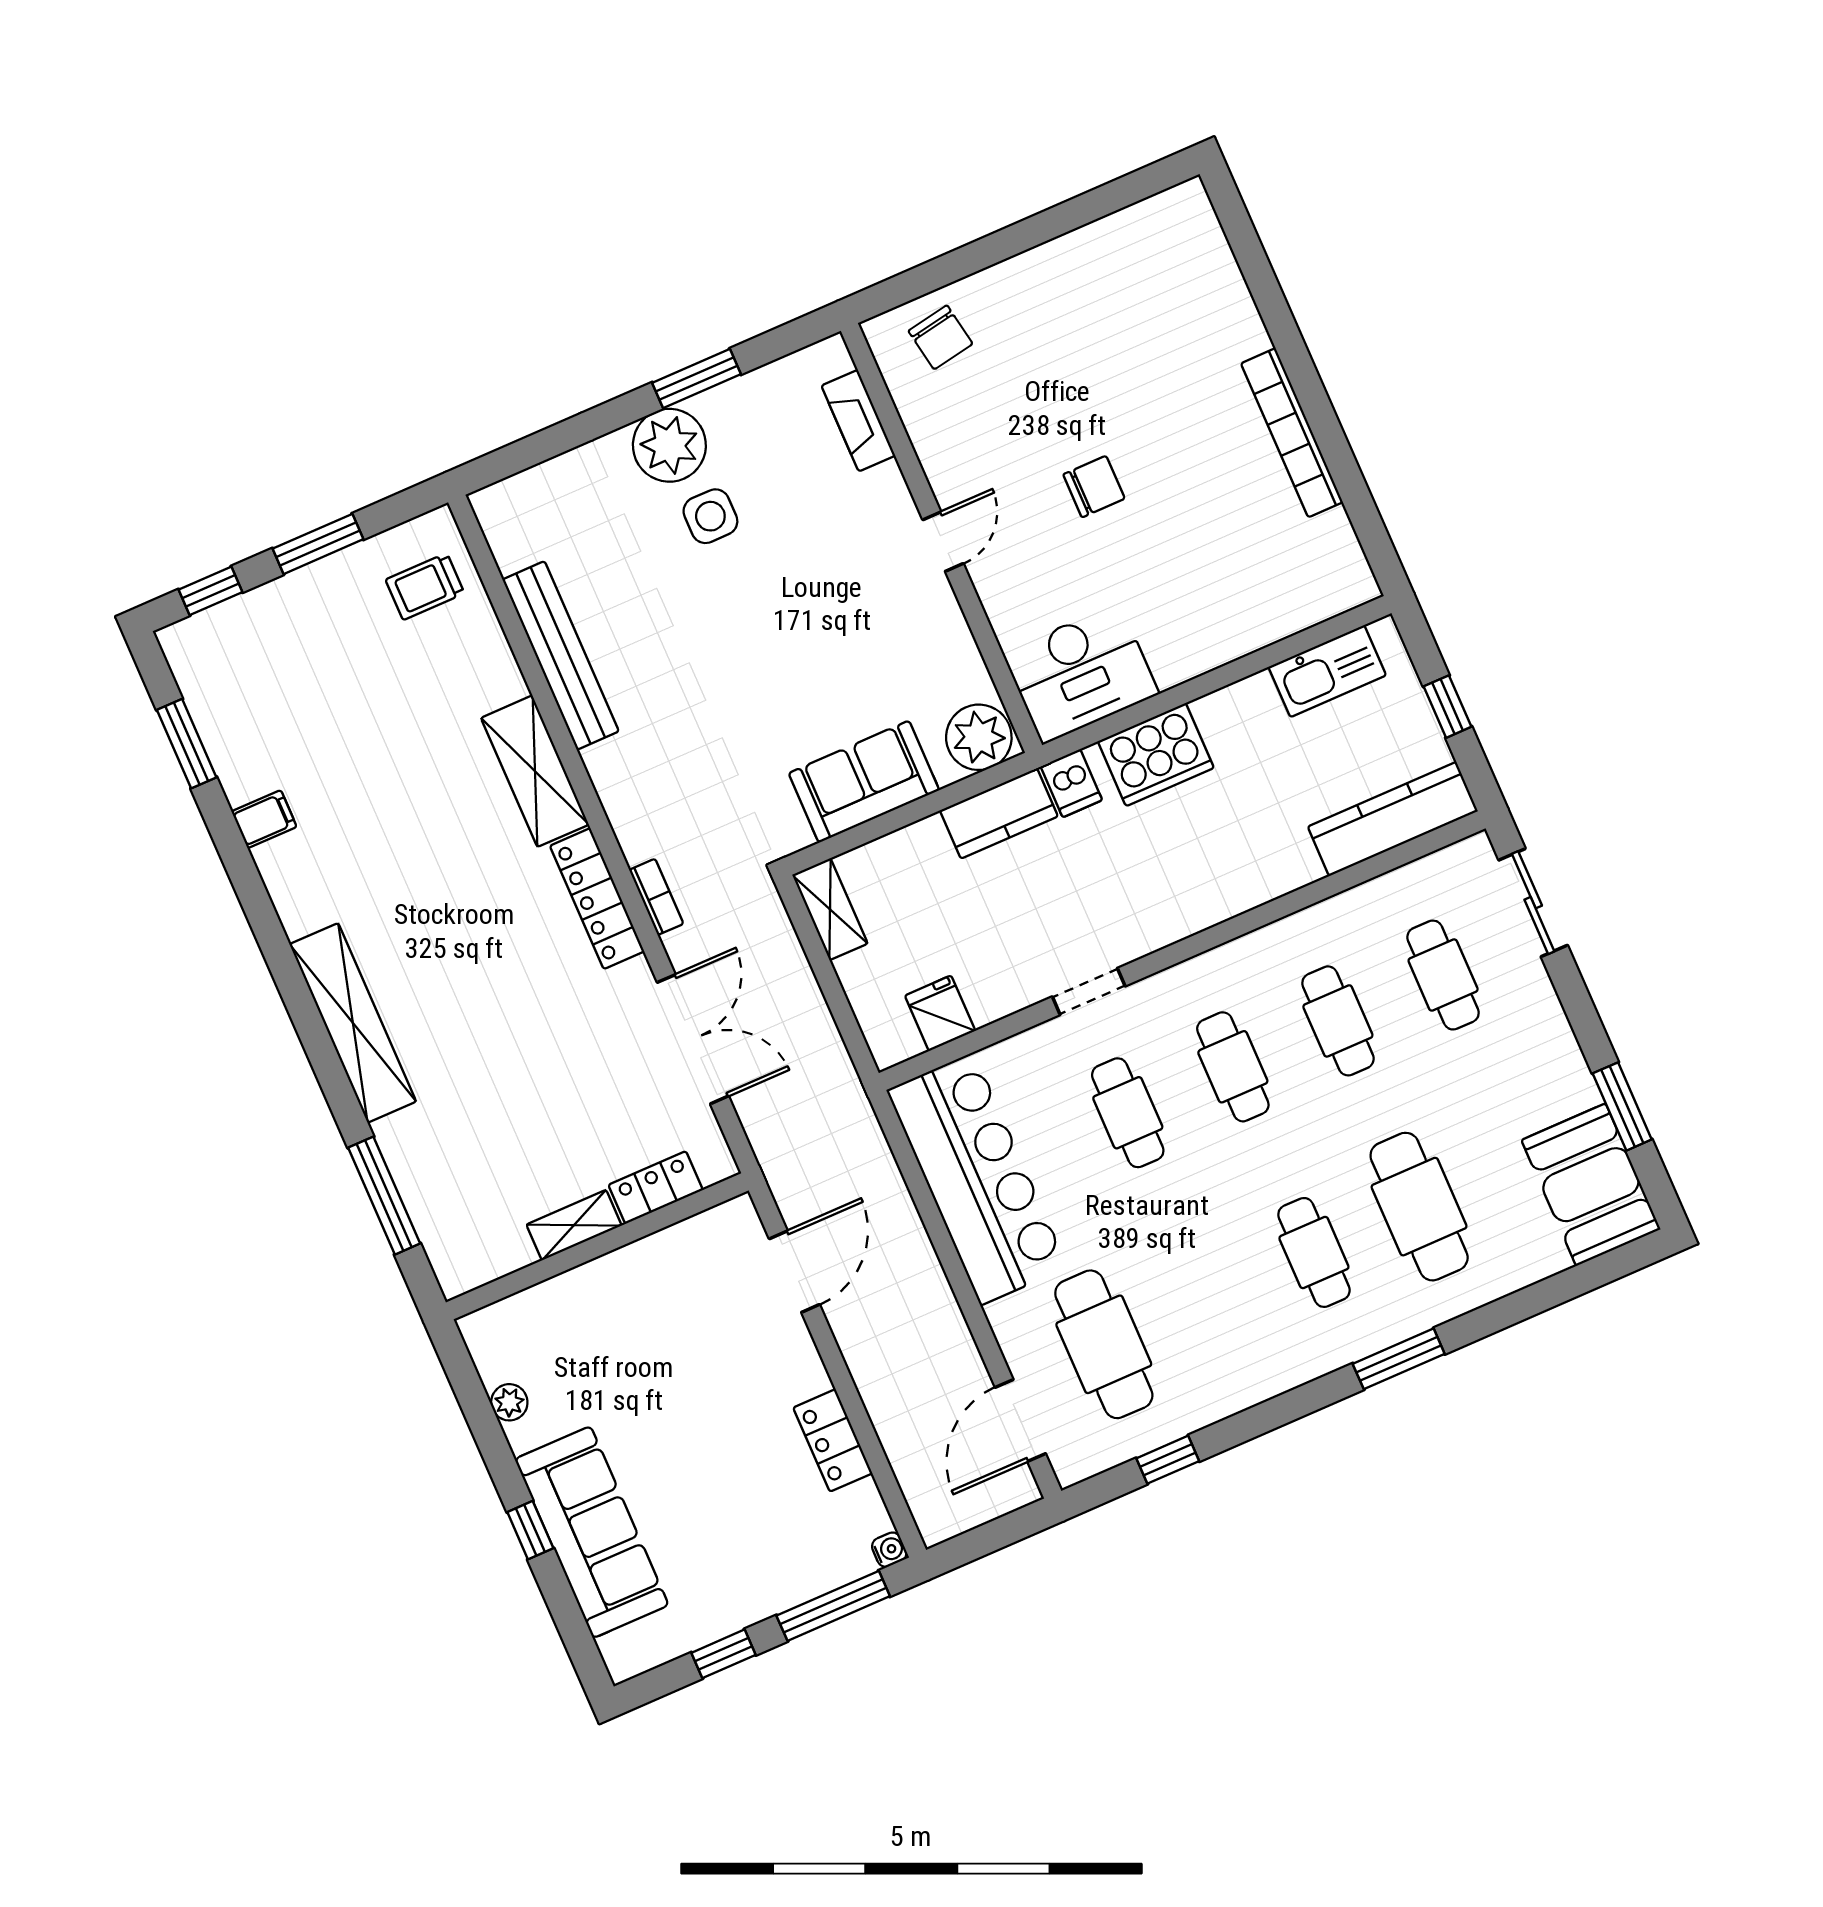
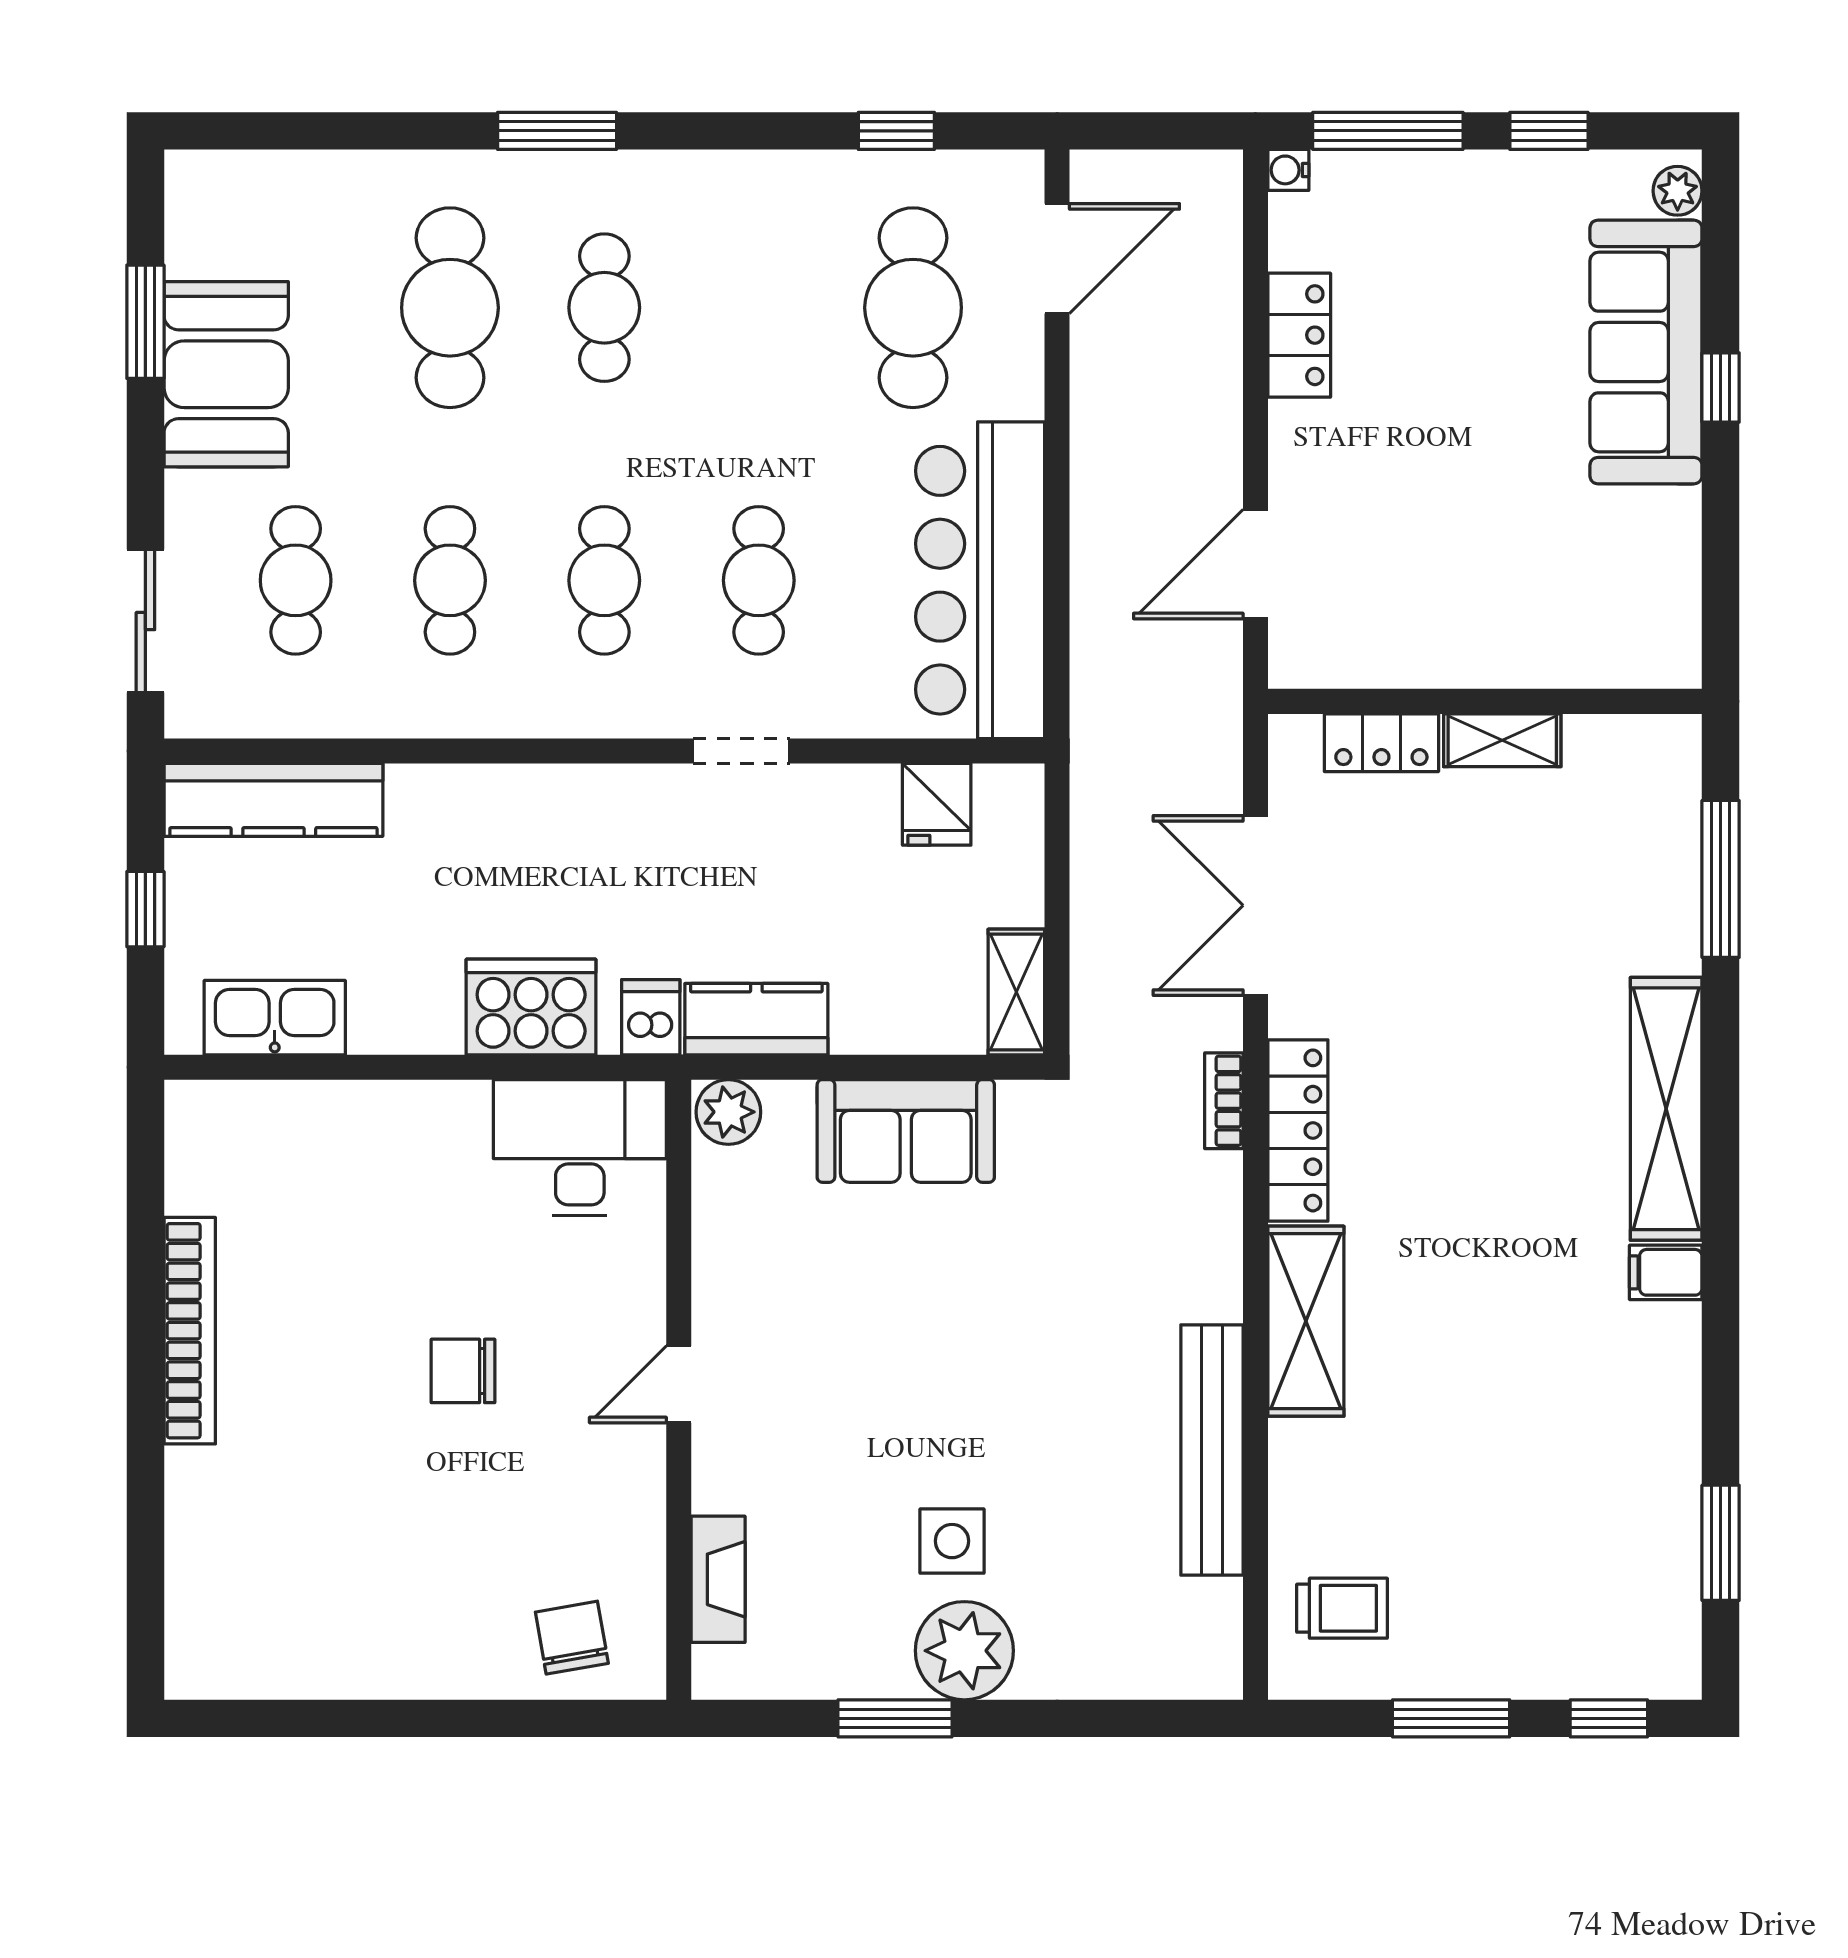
plant: (979, 737) -> (728, 1112), width x0.73, depth x0.73
filing cabinet: (264, 819) -> (1666, 1272), moved
booth: (1591, 1185) -> (226, 374), moved
plant: (509, 1402) -> (1678, 191), moved

